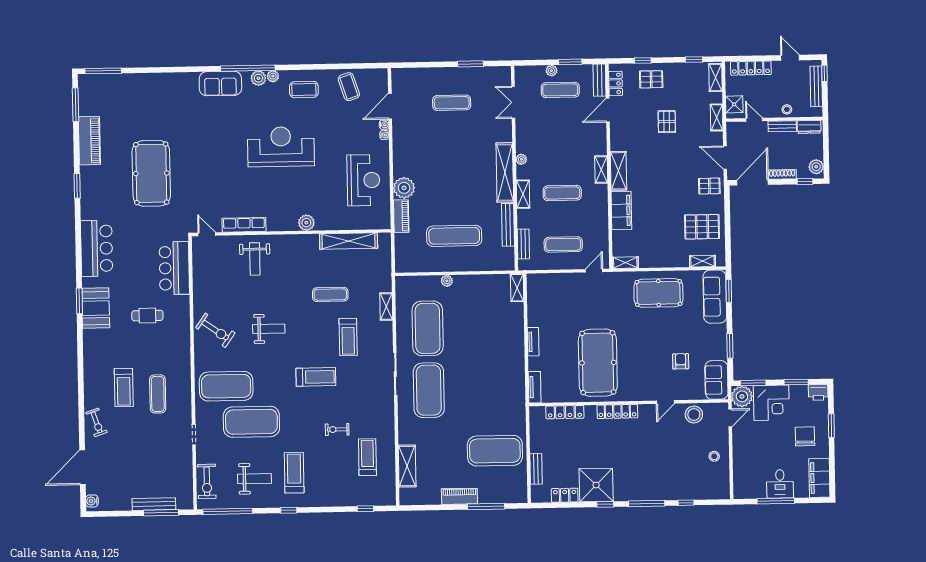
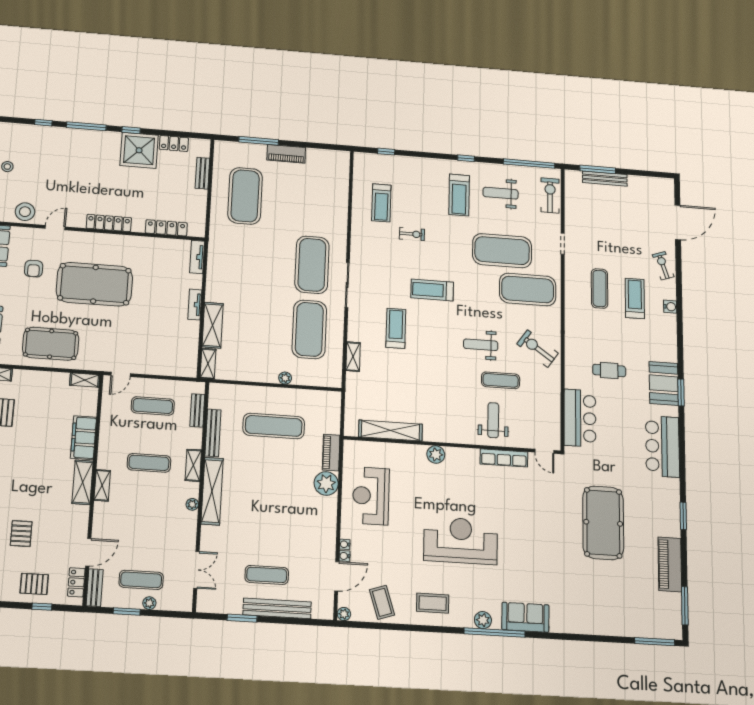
bench: (441, 74) -> (277, 608), added
plant: (273, 76) -> (344, 614), moved
reception desk: (281, 147) -> (461, 541), turned 180
exercise mat: (330, 294) -> (501, 380), moved
pool table: (598, 363) -> (94, 284), moved, turned 90
exercise mat: (495, 451) -> (245, 196), turned 90
shelving: (407, 466) -> (213, 325), moved
water cooler: (92, 501) -> (670, 307), moved

